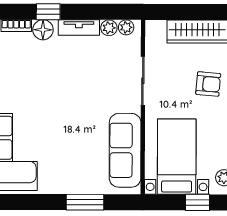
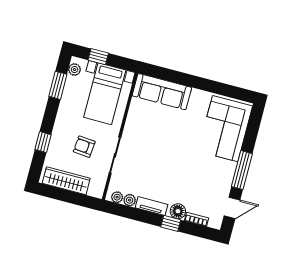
armchair: (208, 84) -> (84, 147), moved
sofa: (125, 150) -> (162, 92), moved, turned 90
window: (85, 202) -> (180, 78), removed

